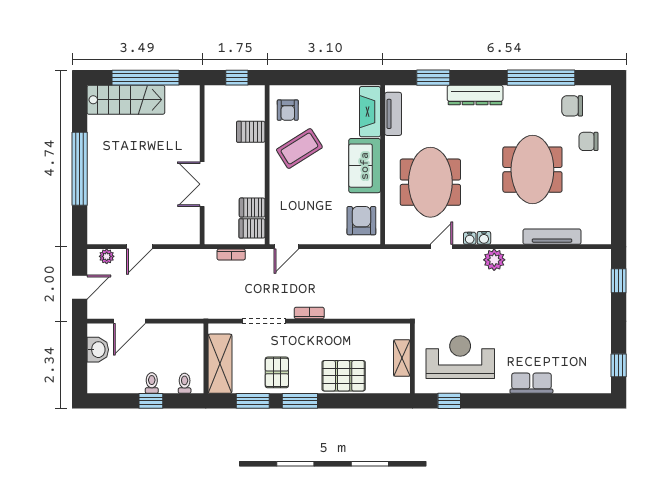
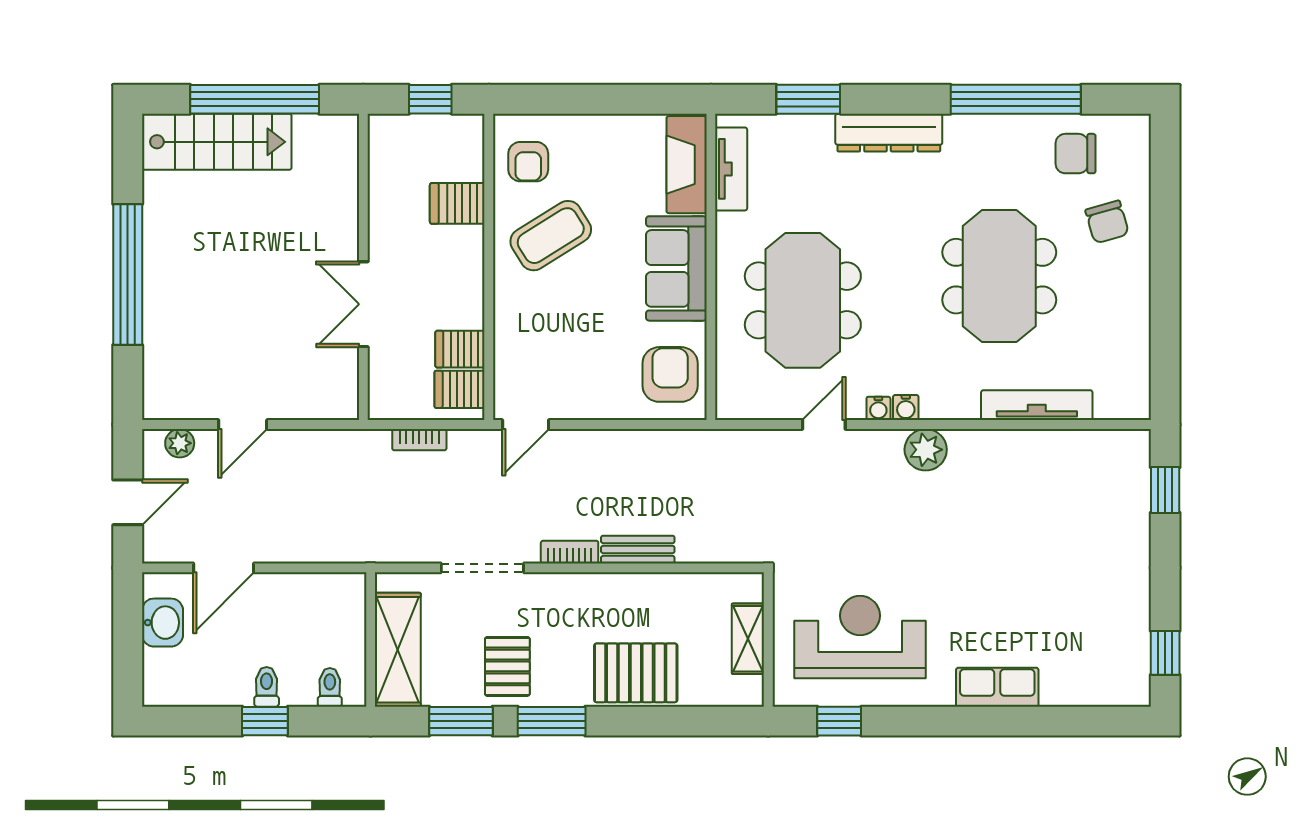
chair: (588, 141) -> (1107, 222), turned -106
bench: (345, 312) -> (638, 550), added

